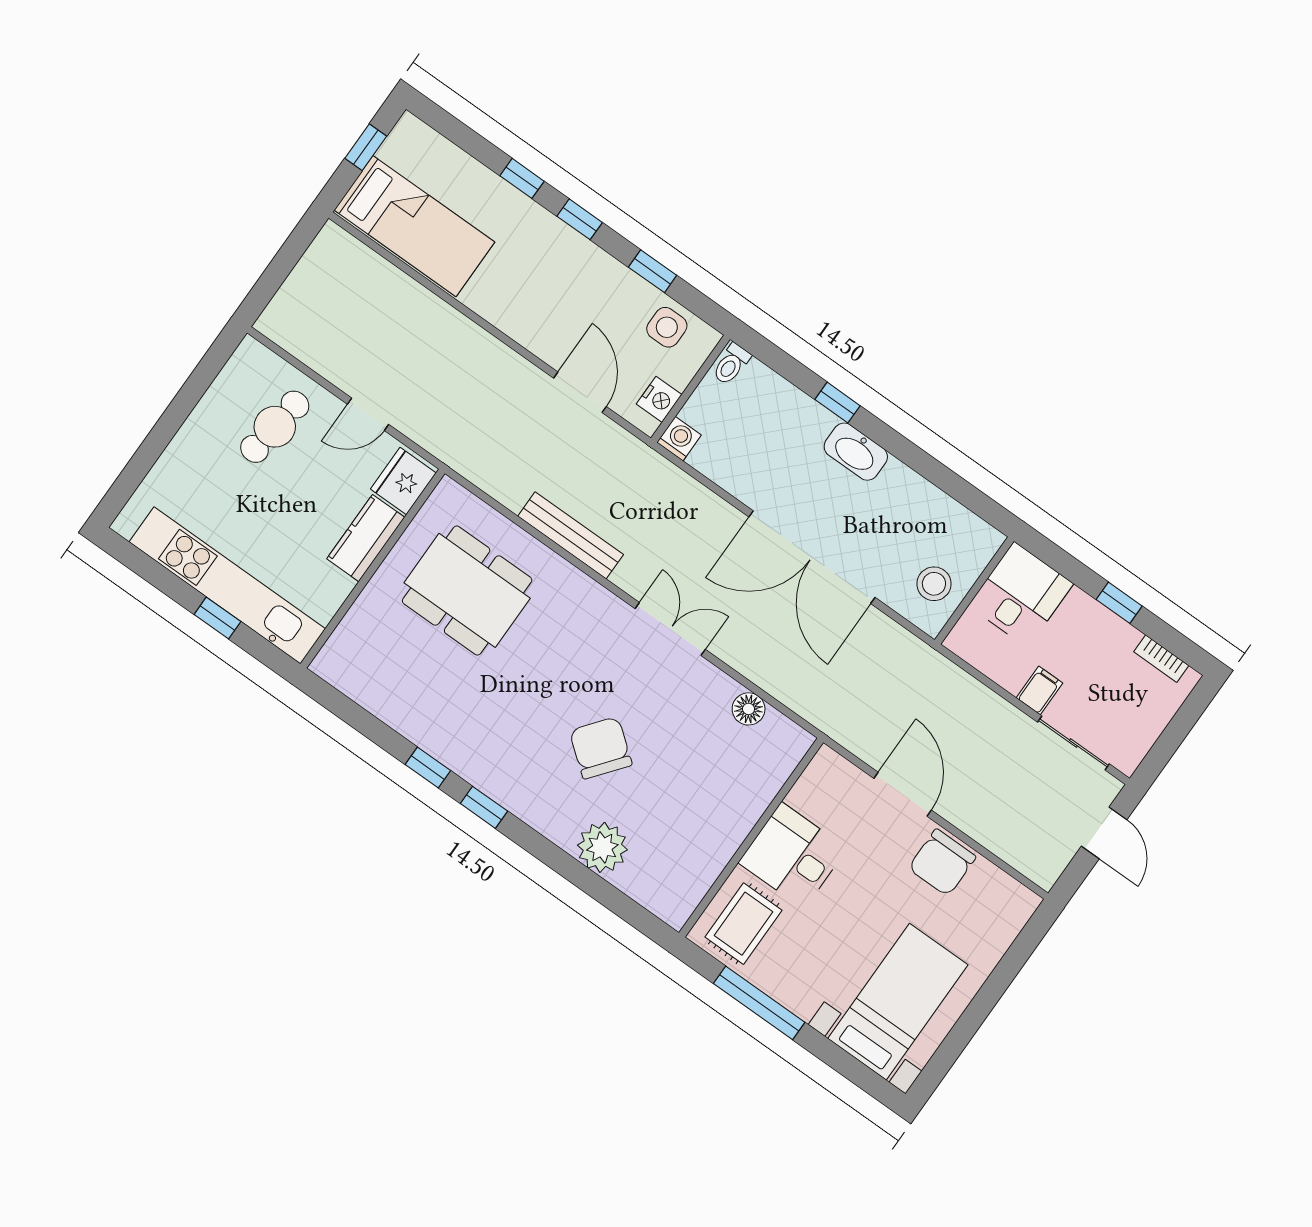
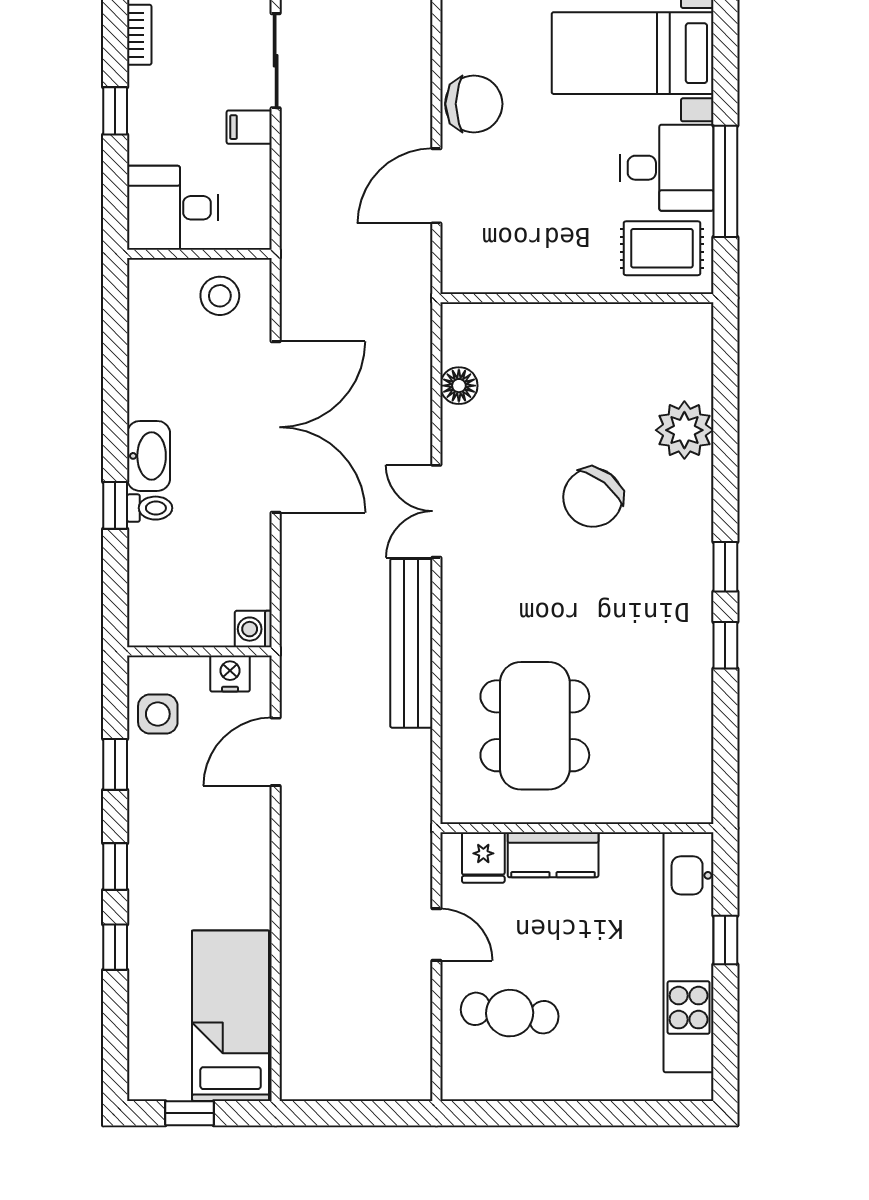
toilet: (731, 364) -> (150, 508), moved
fridge: (403, 481) -> (483, 857), width x0.72
bench: (571, 535) -> (411, 643), width x1.37, depth x1.21
desk: (793, 856) -> (667, 168), moved, turned -90

